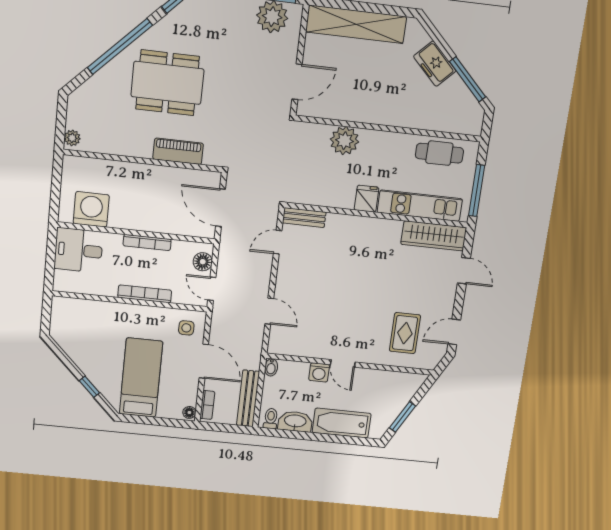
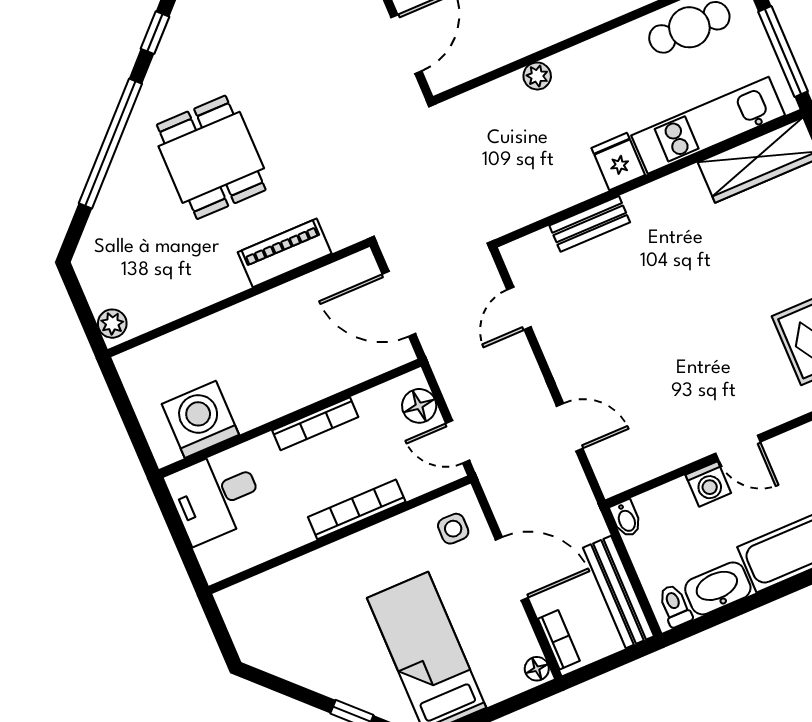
dining table: (167, 83) -> (211, 157), width x0.73
plant: (344, 141) -> (537, 76), width x0.53, depth x0.53
bench: (304, 218) -> (590, 224), moved

